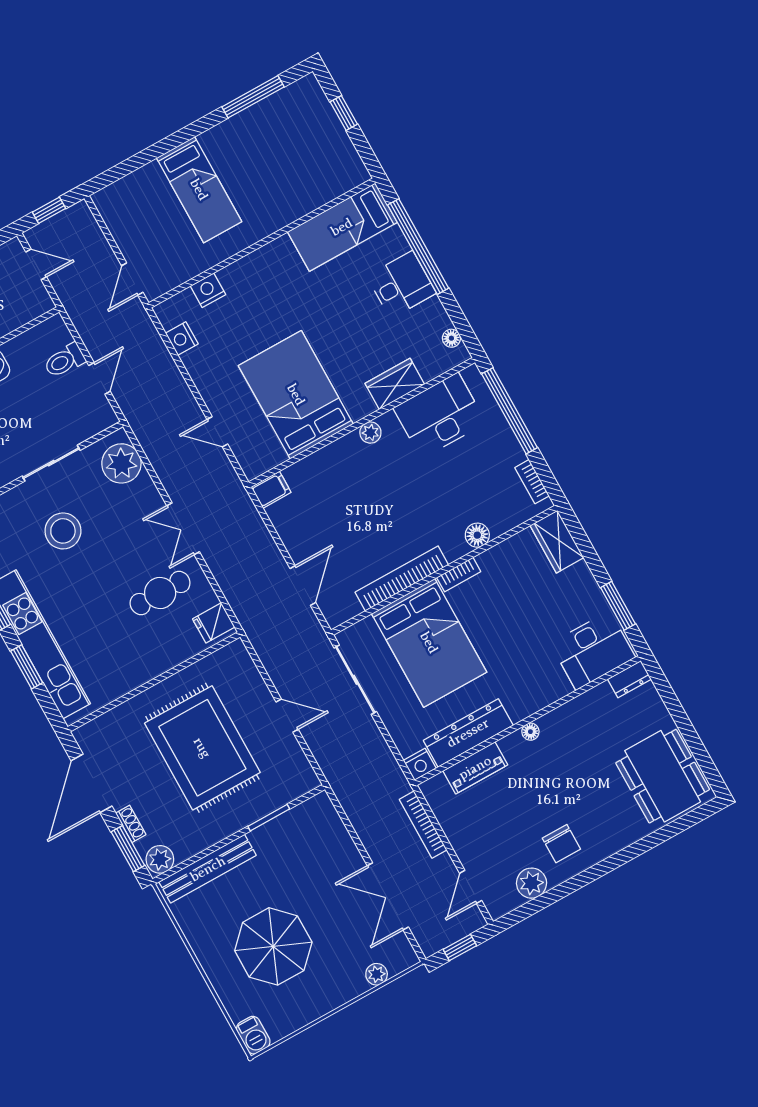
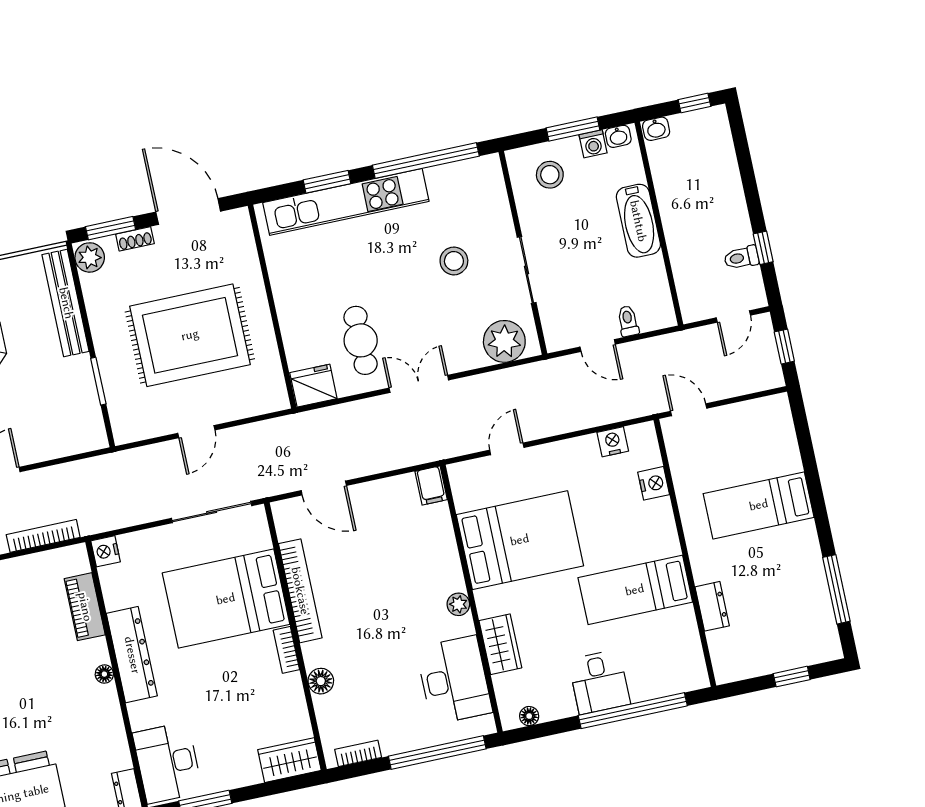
dresser: (302, 204) -> (712, 606), added
bed: (342, 227) -> (635, 590), moved, turned -90
toilet: (65, 360) -> (628, 321), width x0.73, depth x0.72
stool: (63, 531) -> (454, 261), width x0.73, depth x0.73
fridge: (214, 623) -> (313, 386), width x1.38
dresser: (468, 733) -> (132, 655), moved

